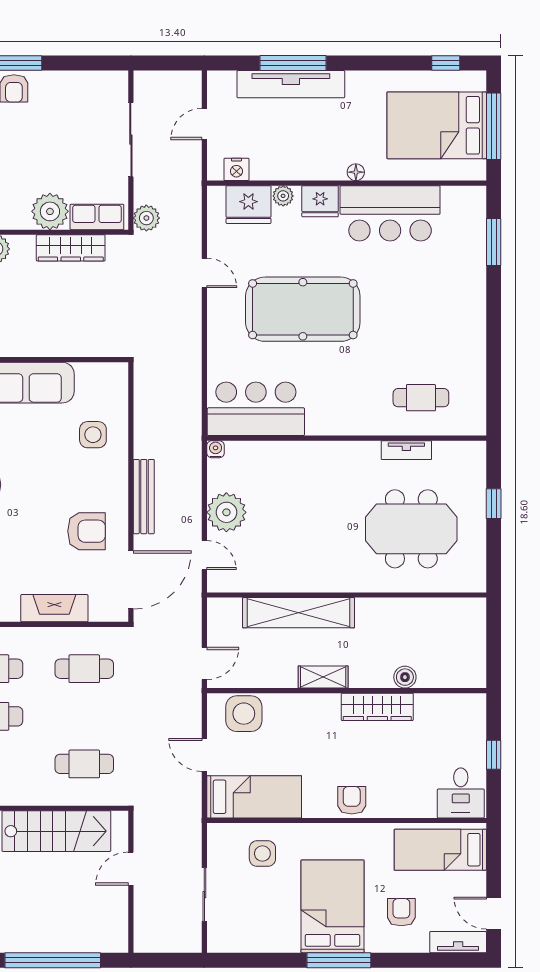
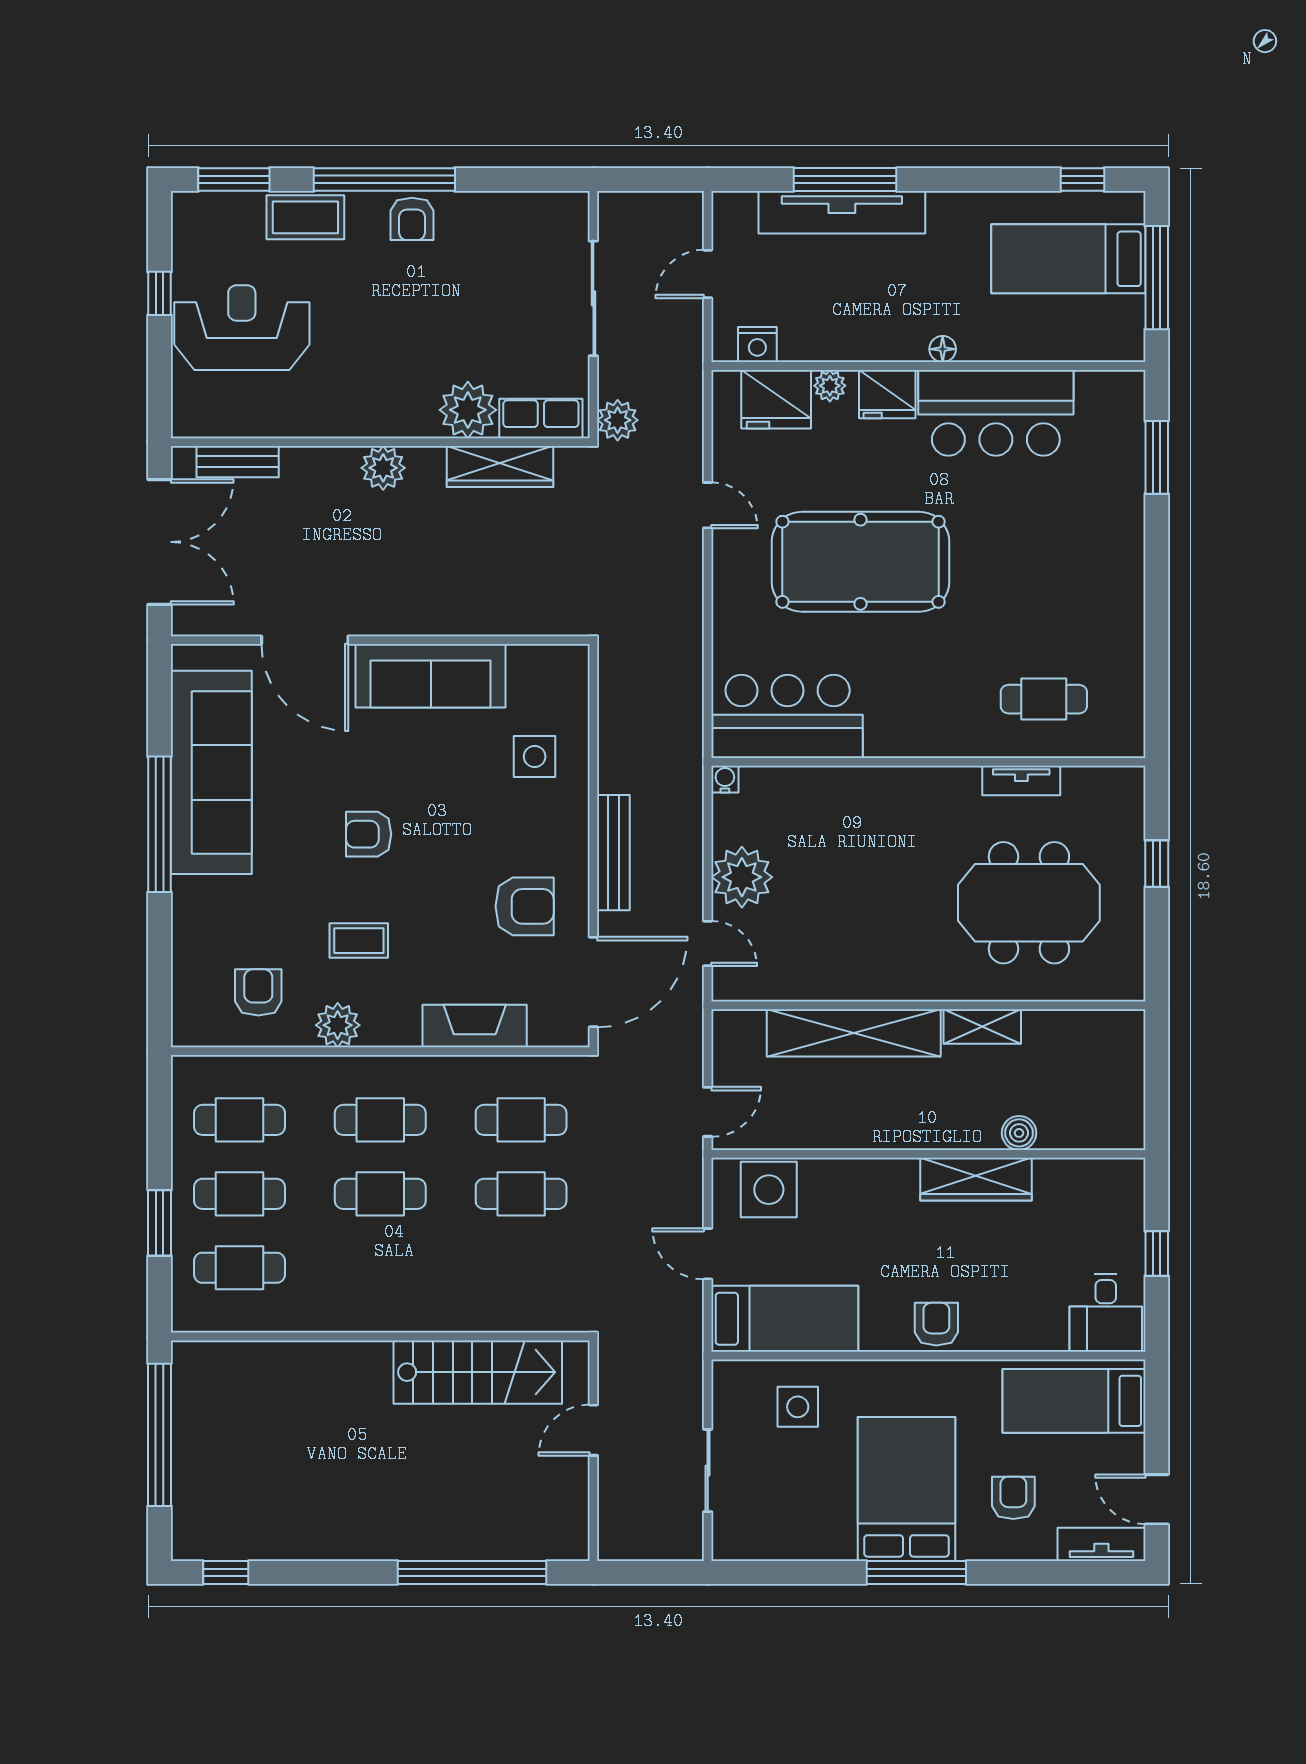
bed: (437, 125) -> (1068, 259), width x0.67
shelving: (323, 677) -> (982, 1027), moved
cafe table: (84, 764) -> (521, 1194), moved

